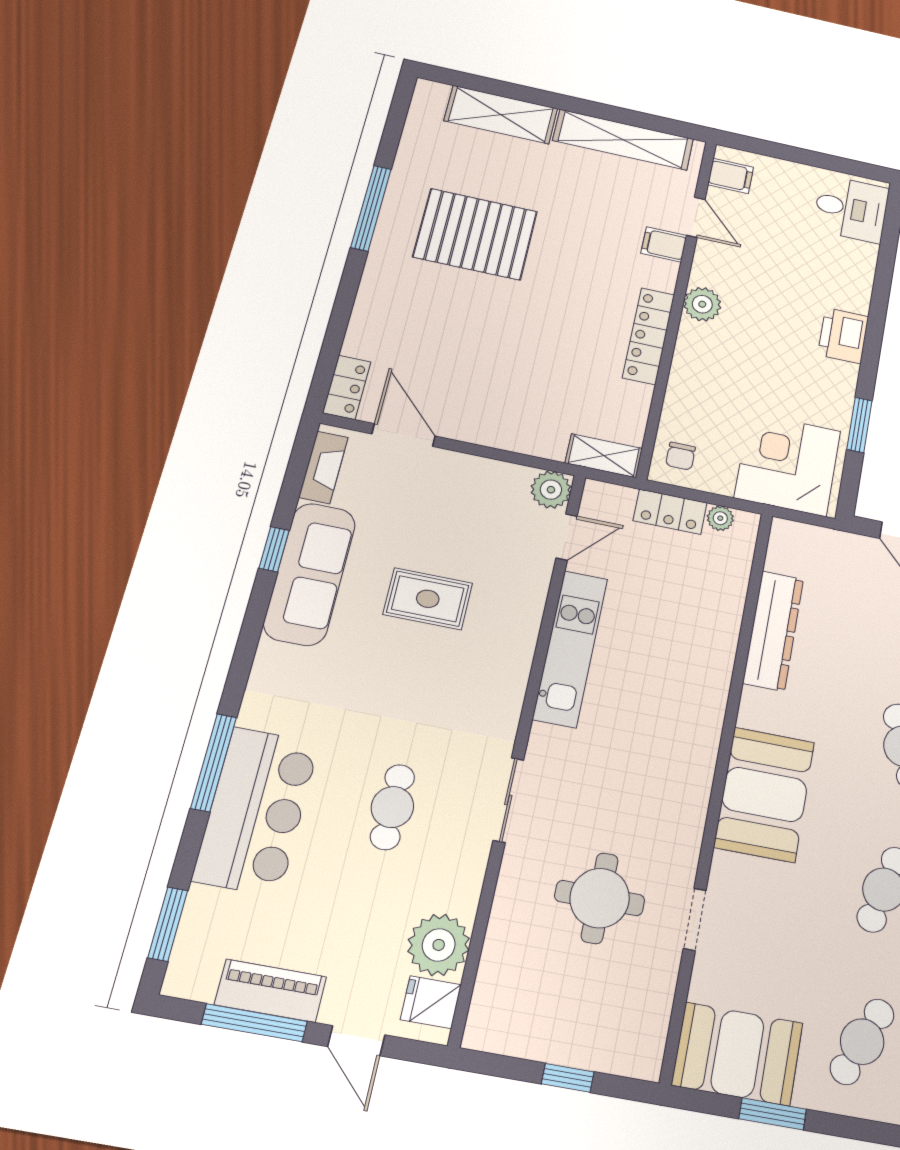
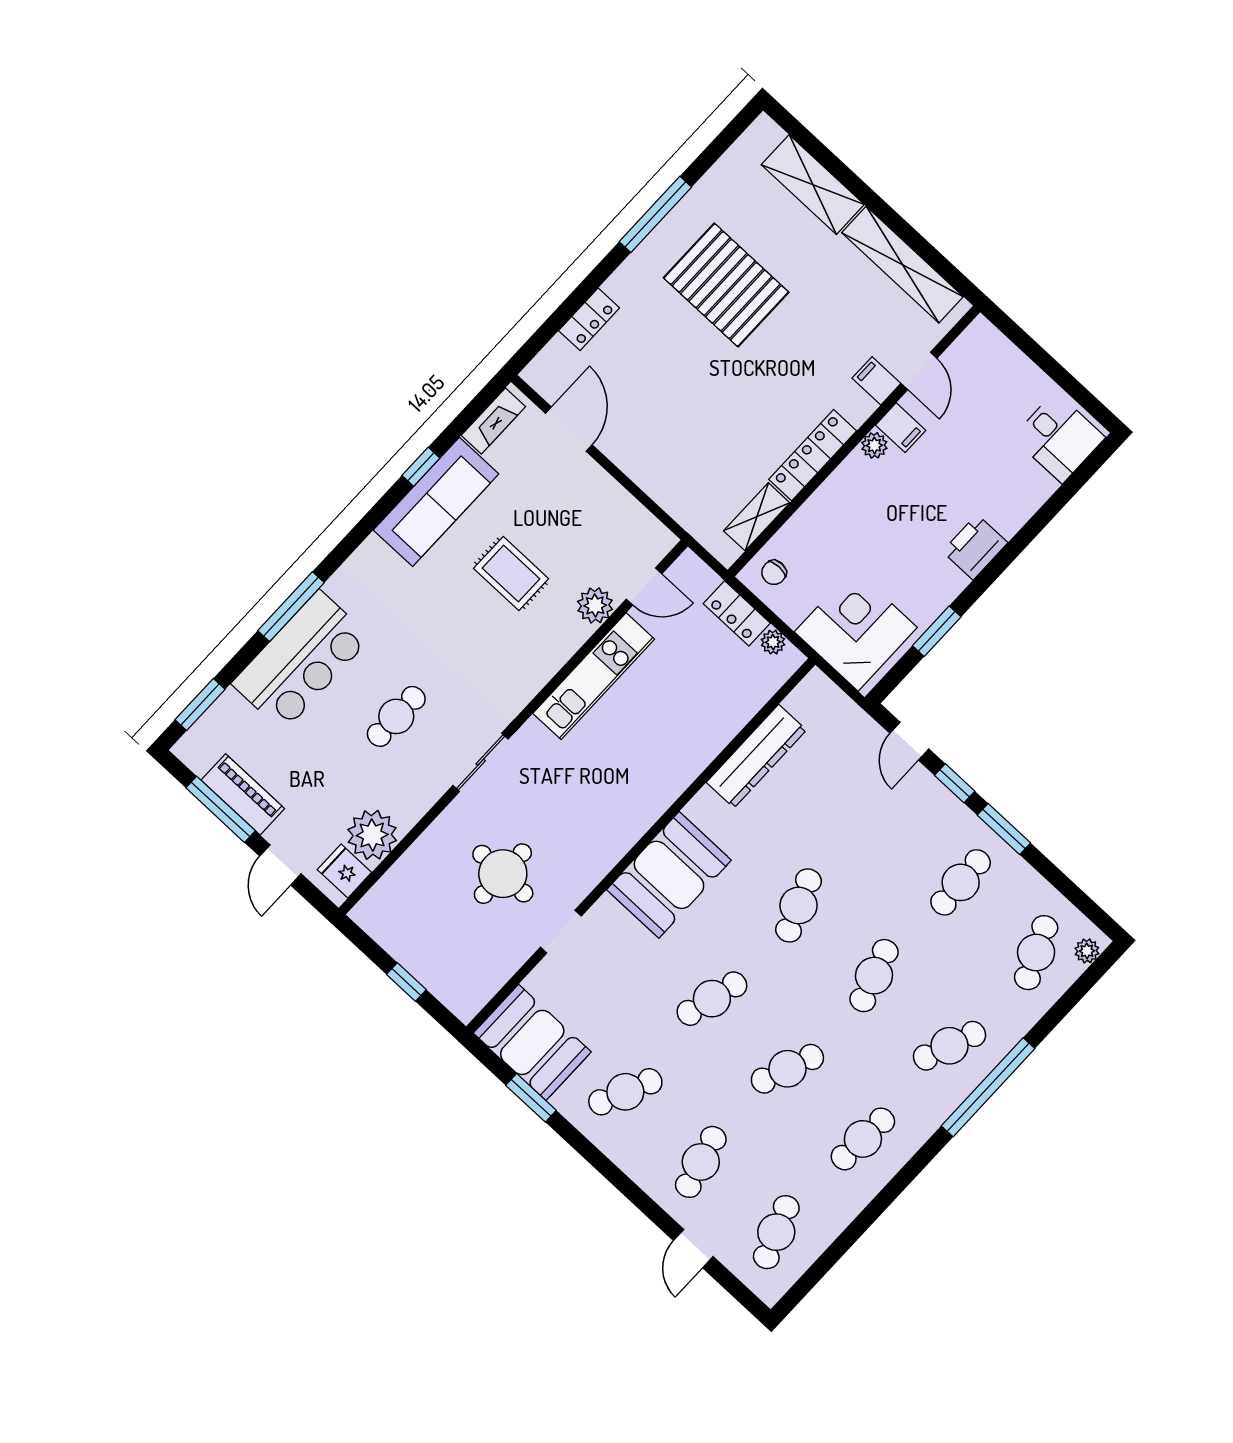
filing cabinet: (731, 176) -> (901, 428), moved
plant: (702, 304) -> (874, 445), width x0.73, depth x0.73
locker: (347, 387) -> (589, 319), moved
shelving: (604, 456) -> (757, 517), moved, turned 90
plant: (551, 490) -> (595, 605), moved

